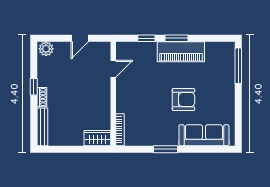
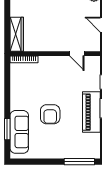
wardrobe: (97, 138) -> (17, 34), width x1.50
window: (166, 149) -> (7, 129), moved

